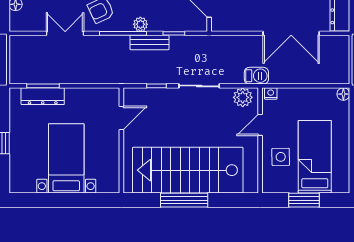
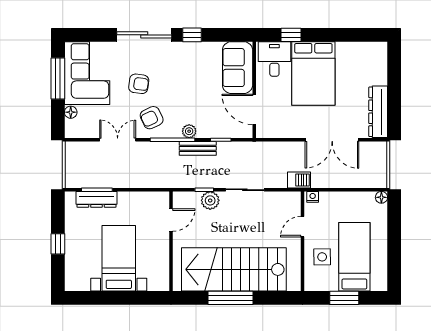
plant: (243, 97) -> (210, 200), moved

